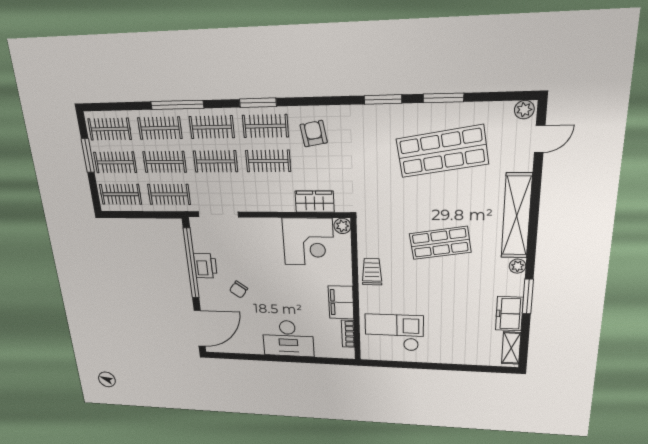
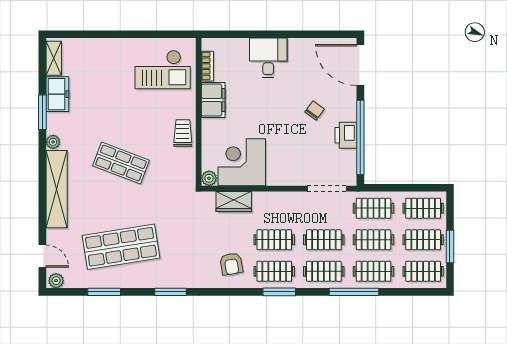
window: (443, 98) -> (104, 292), moved
door: (540, 139) -> (42, 256), swing flipped
shop shelf: (440, 243) -> (121, 163), turned 30
trolley: (372, 272) -> (183, 133), turned 180
door: (200, 328) -> (360, 65), hinge flipped
desk: (288, 338) -> (268, 58), width x0.73

